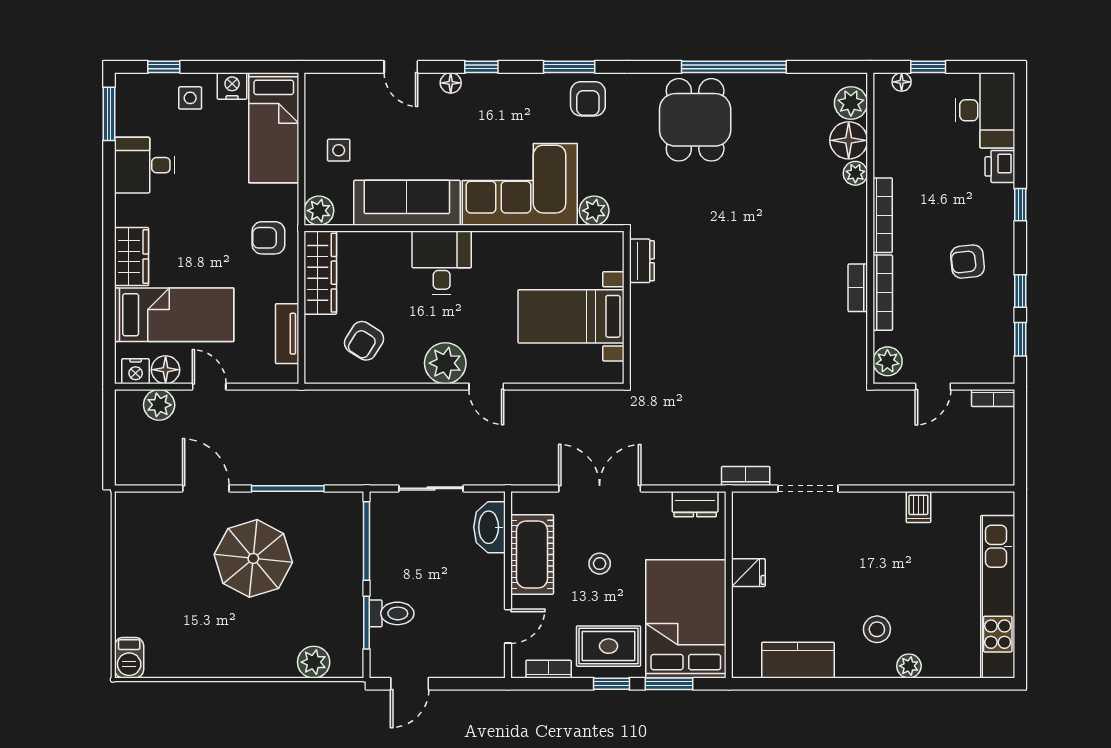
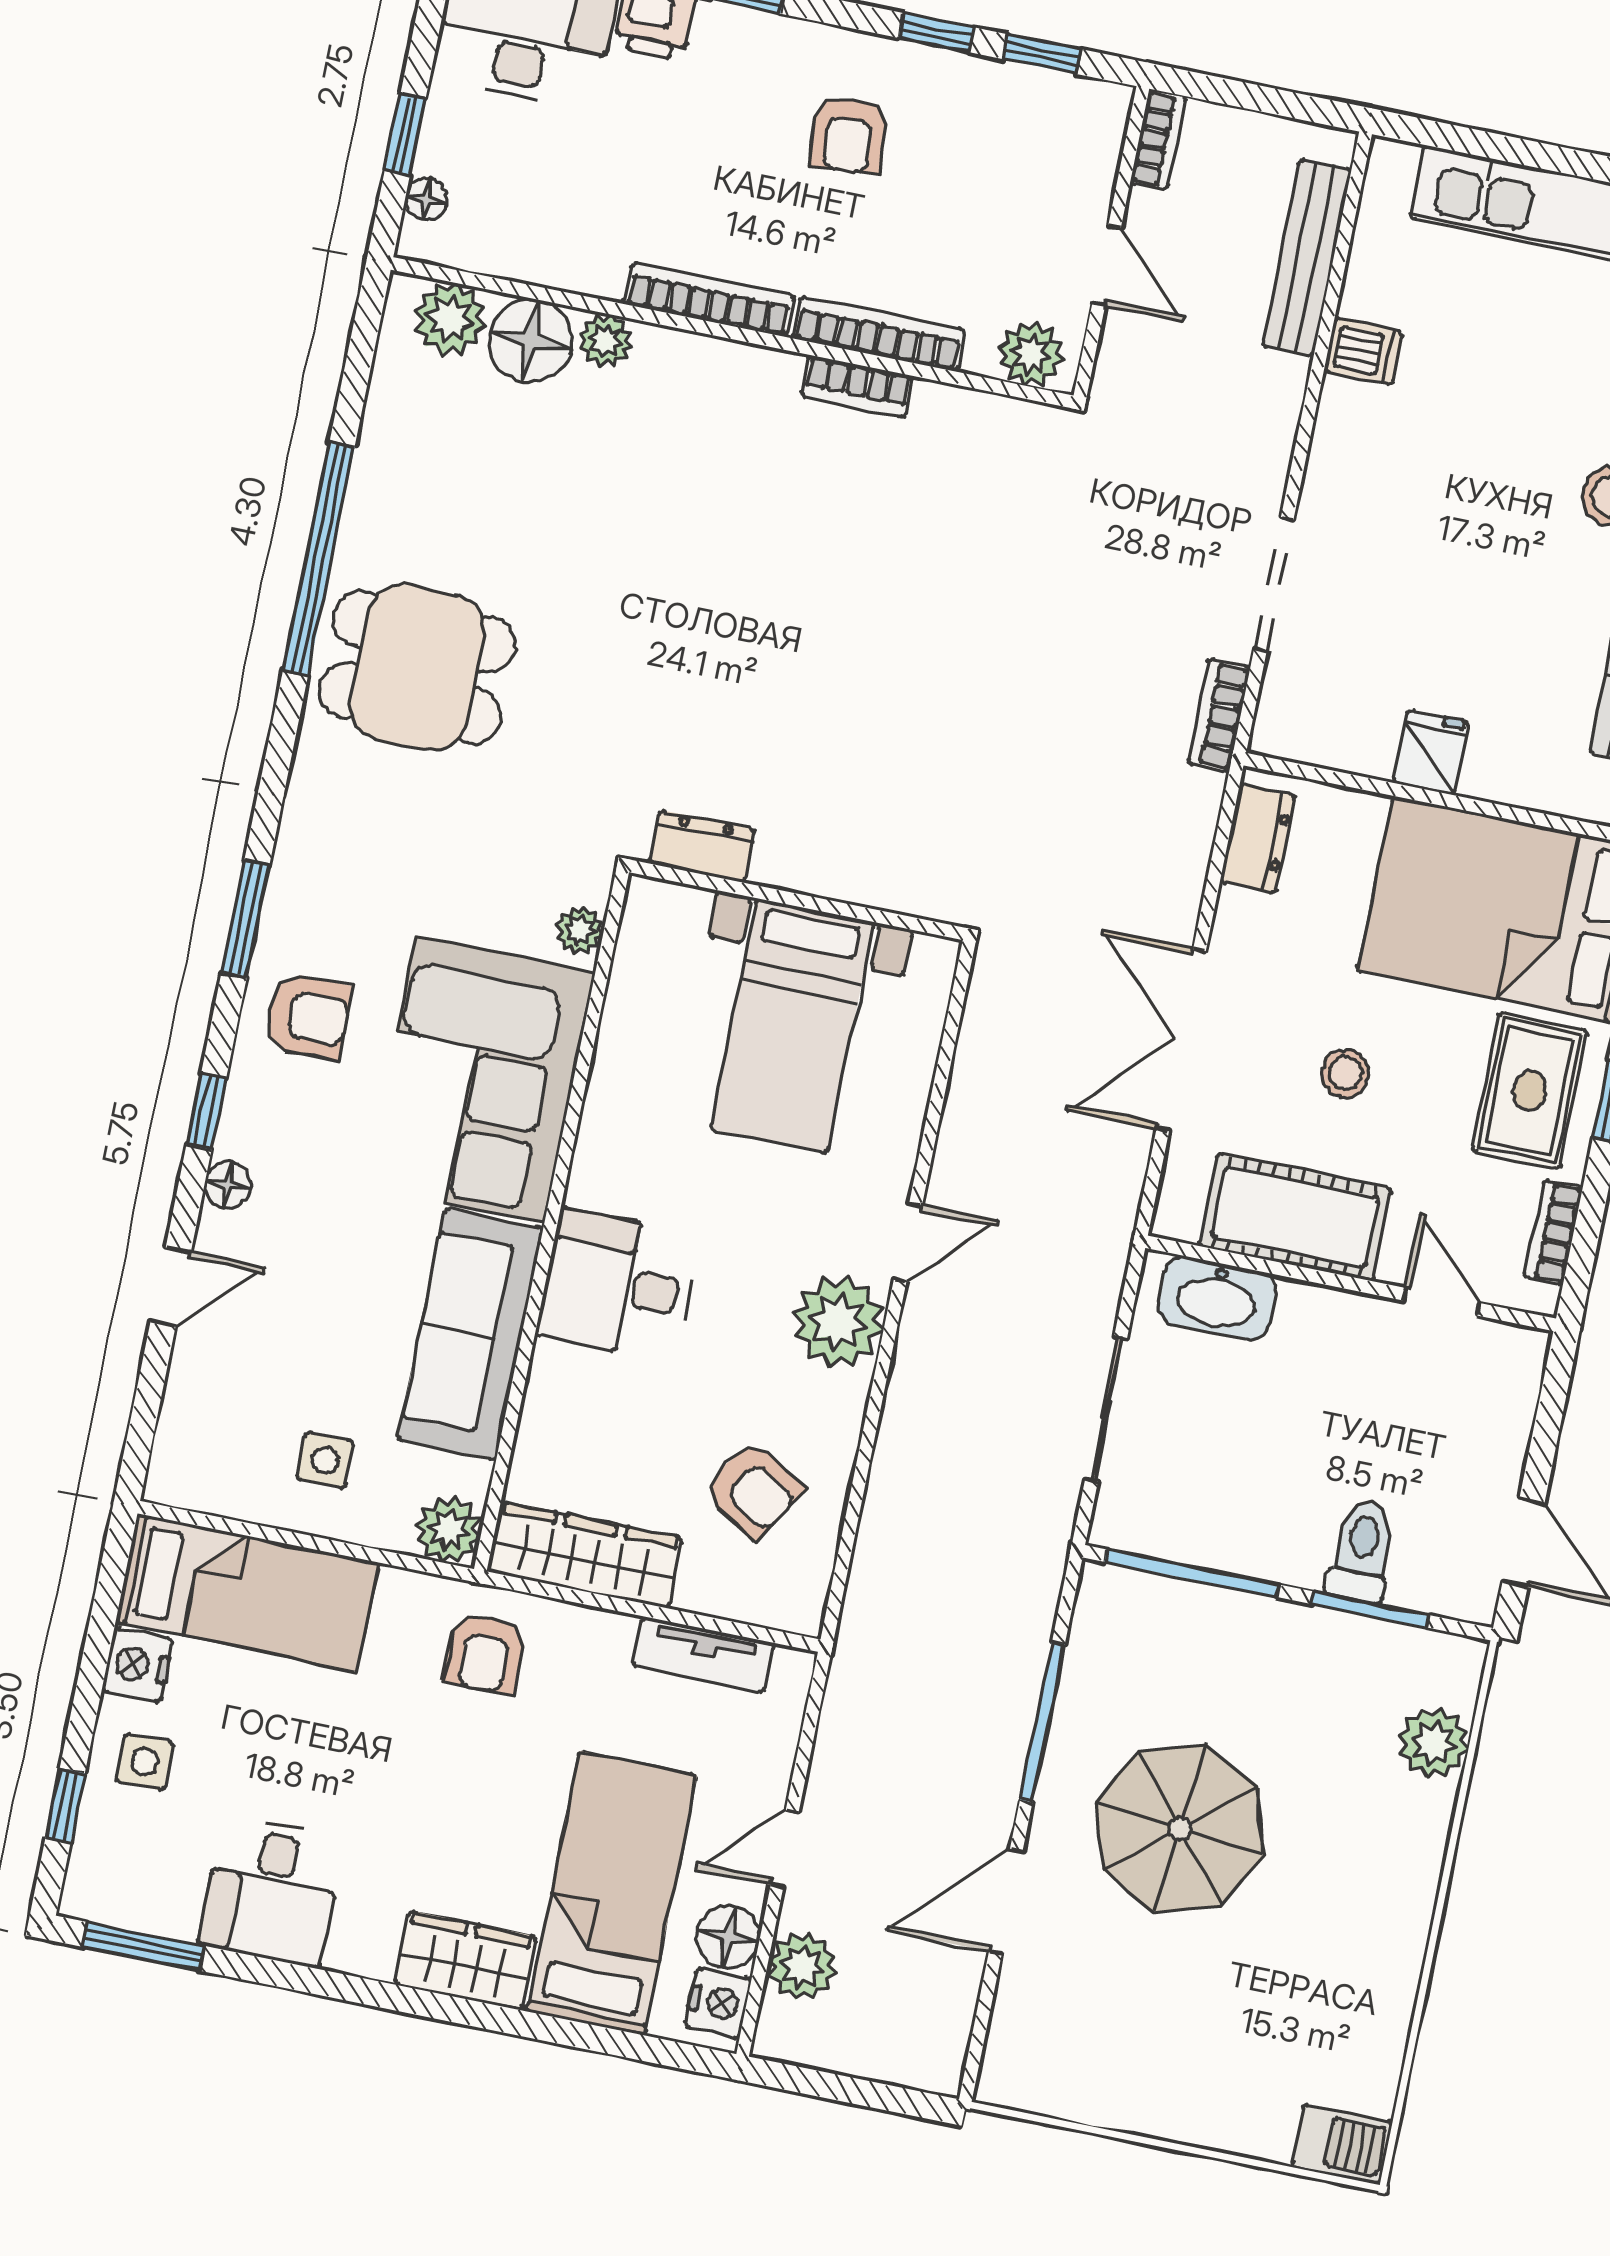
armchair: (588, 99) -> (308, 1016), moved
plant: (594, 211) -> (580, 930), width x0.73, depth x0.73
bench: (954, 474) -> (1307, 258), added

